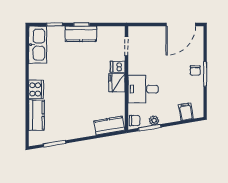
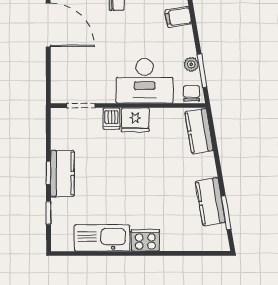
kitchen sink: (38, 45) -> (102, 238), moved
desk: (143, 89) -> (145, 81), width x1.37
kitchen counter: (36, 115) -> (210, 202), moved, turned -100

